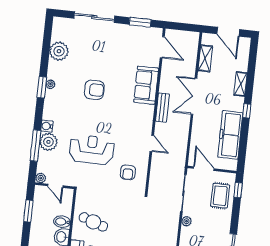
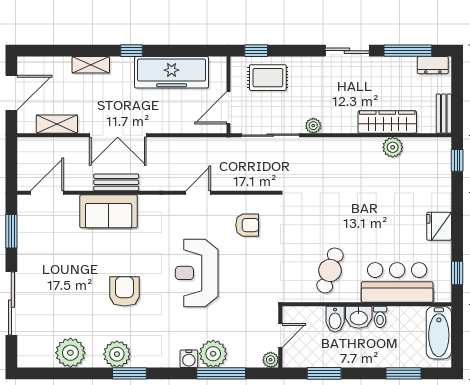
plant: (50, 84) -> (117, 354), width x1.88, depth x1.88
bench: (162, 108) -> (116, 182), moved
reception desk: (92, 150) -> (197, 273), moved

